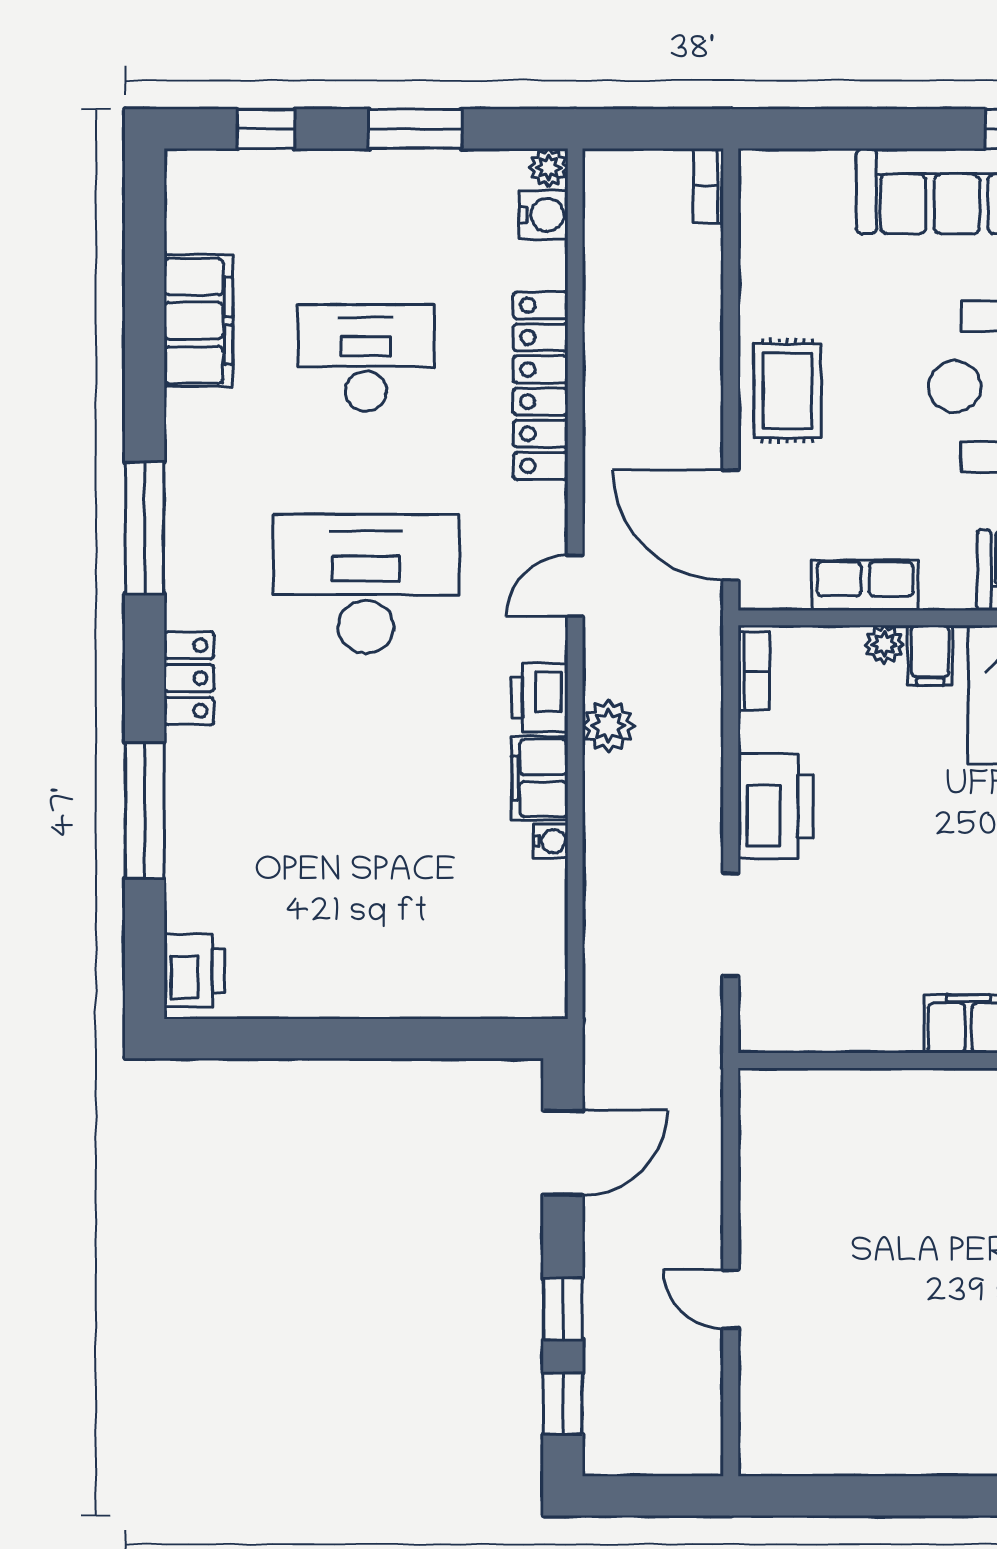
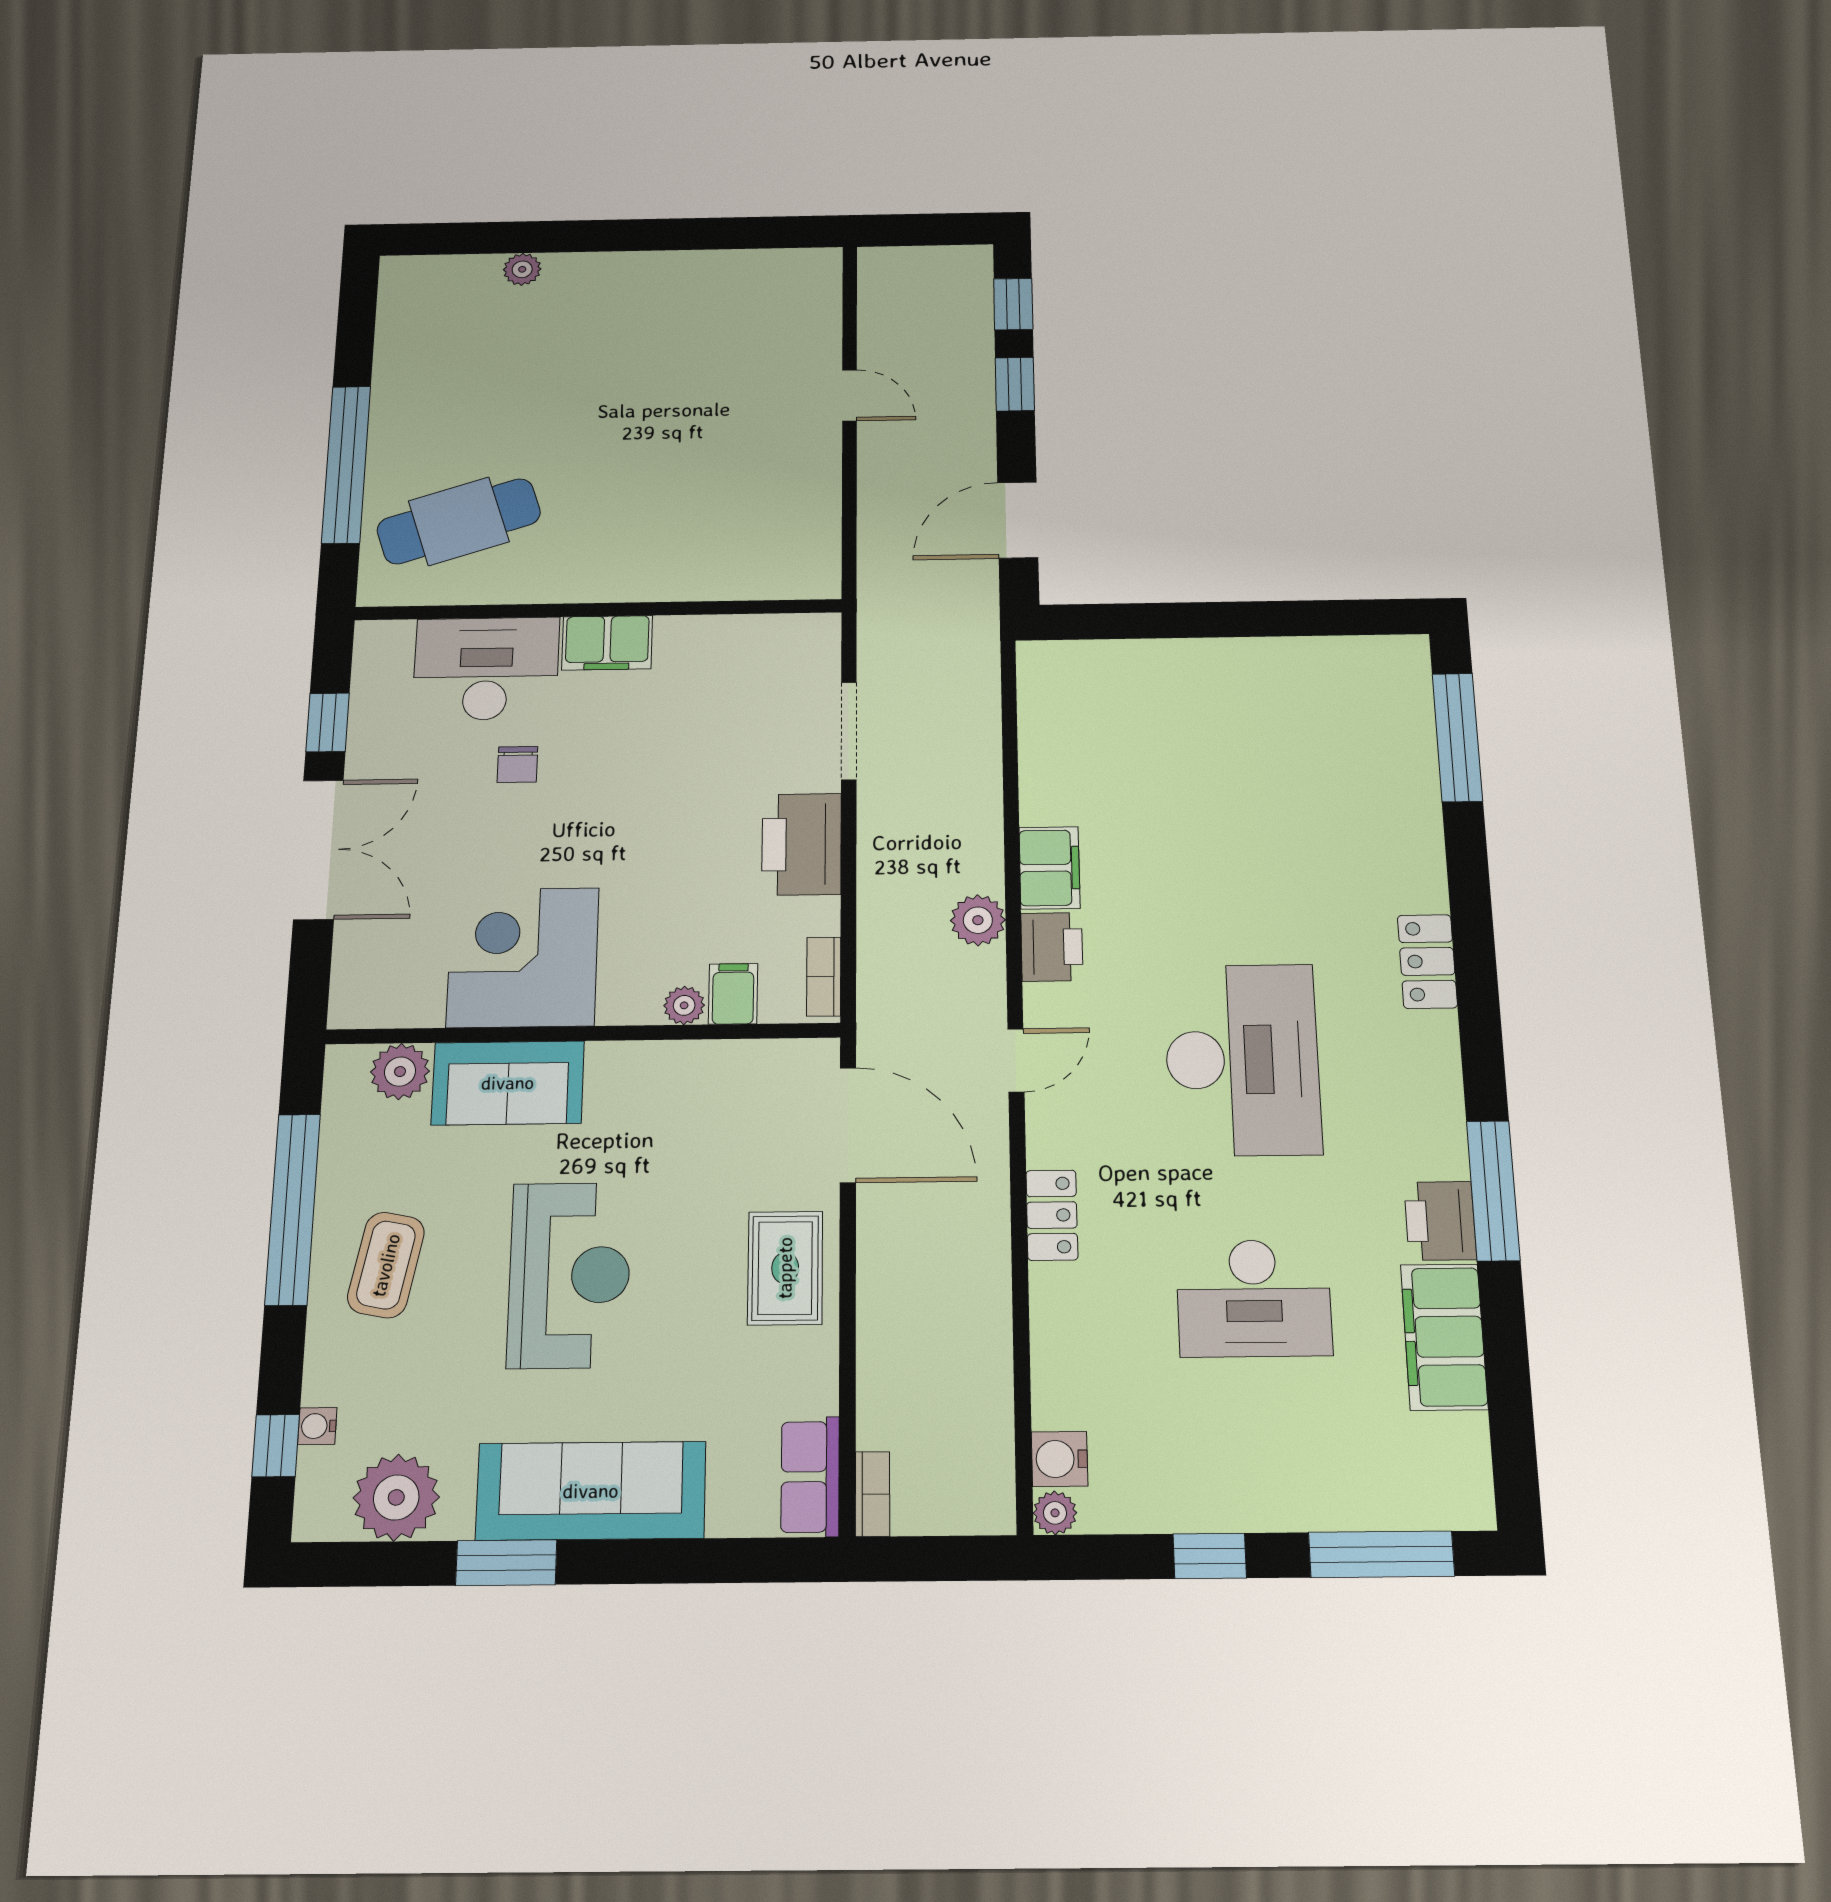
window: (266, 129) -> (1381, 1554), width x2.17
window: (415, 129) -> (1210, 1556), width x0.67
locker: (541, 386) -> (1052, 1215), width x0.46, depth x0.83
window: (145, 528) -> (1493, 1191), moved
desk: (366, 584) -> (1242, 1060), turned -90
row of seats: (865, 585) -> (810, 1477), moved, turned 90
filing cabinet: (930, 655) -> (733, 994), moved
window: (145, 810) -> (1457, 737), moved
water cooler: (551, 841) -> (1037, 807), removed
printer: (194, 971) -> (1440, 1221), moved

